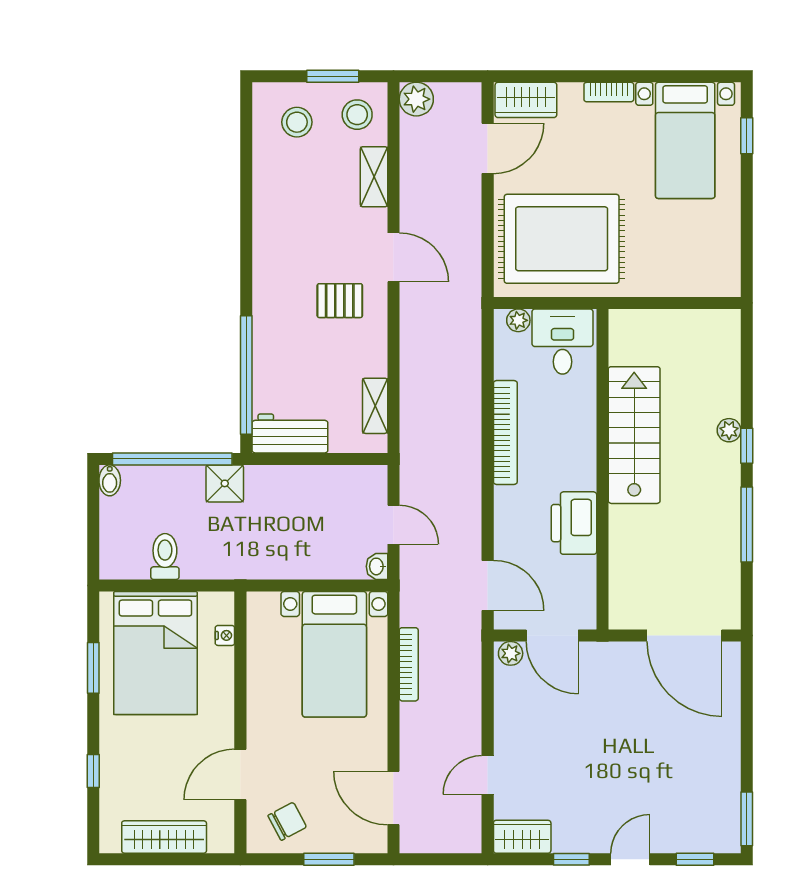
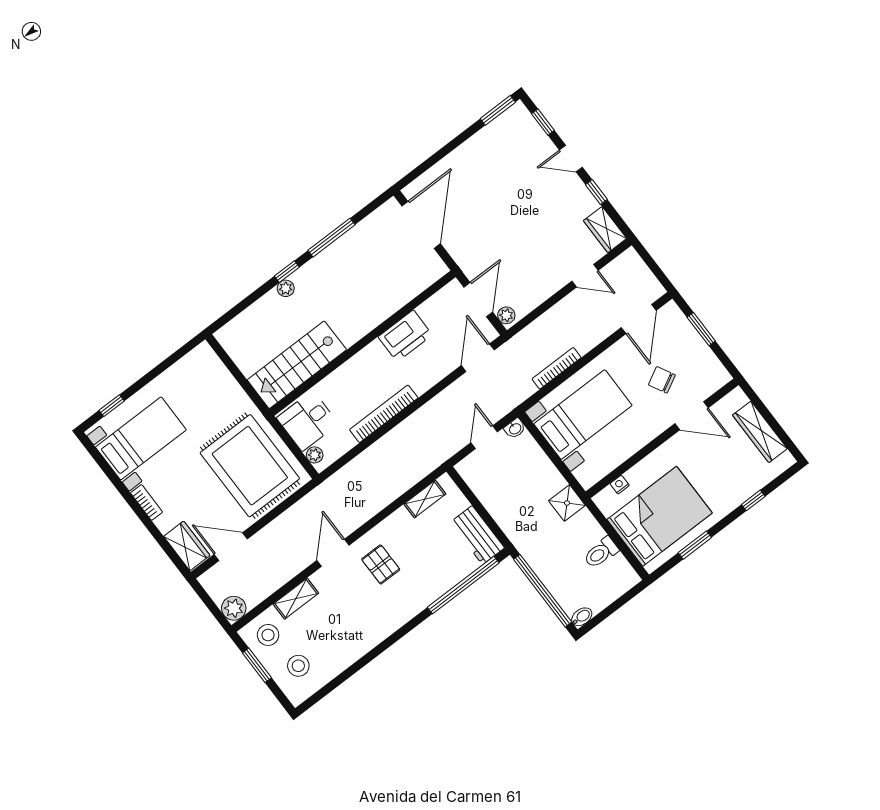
stairs: (634, 435) -> (297, 365), moved
shower: (225, 483) -> (567, 503), moved
chair: (287, 821) -> (662, 380), moved

